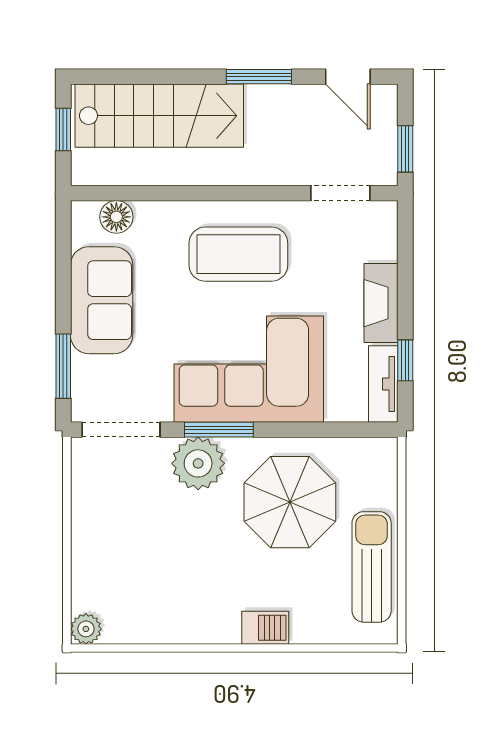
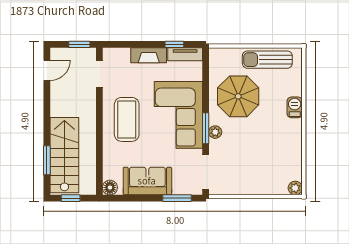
window: (259, 77) -> (47, 160), moved
floor lamp: (116, 217) -> (110, 188), moved
plant: (198, 463) -> (215, 132), width x0.53, depth x0.53

